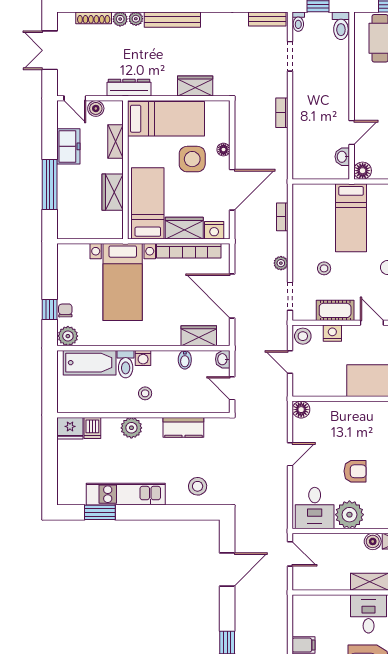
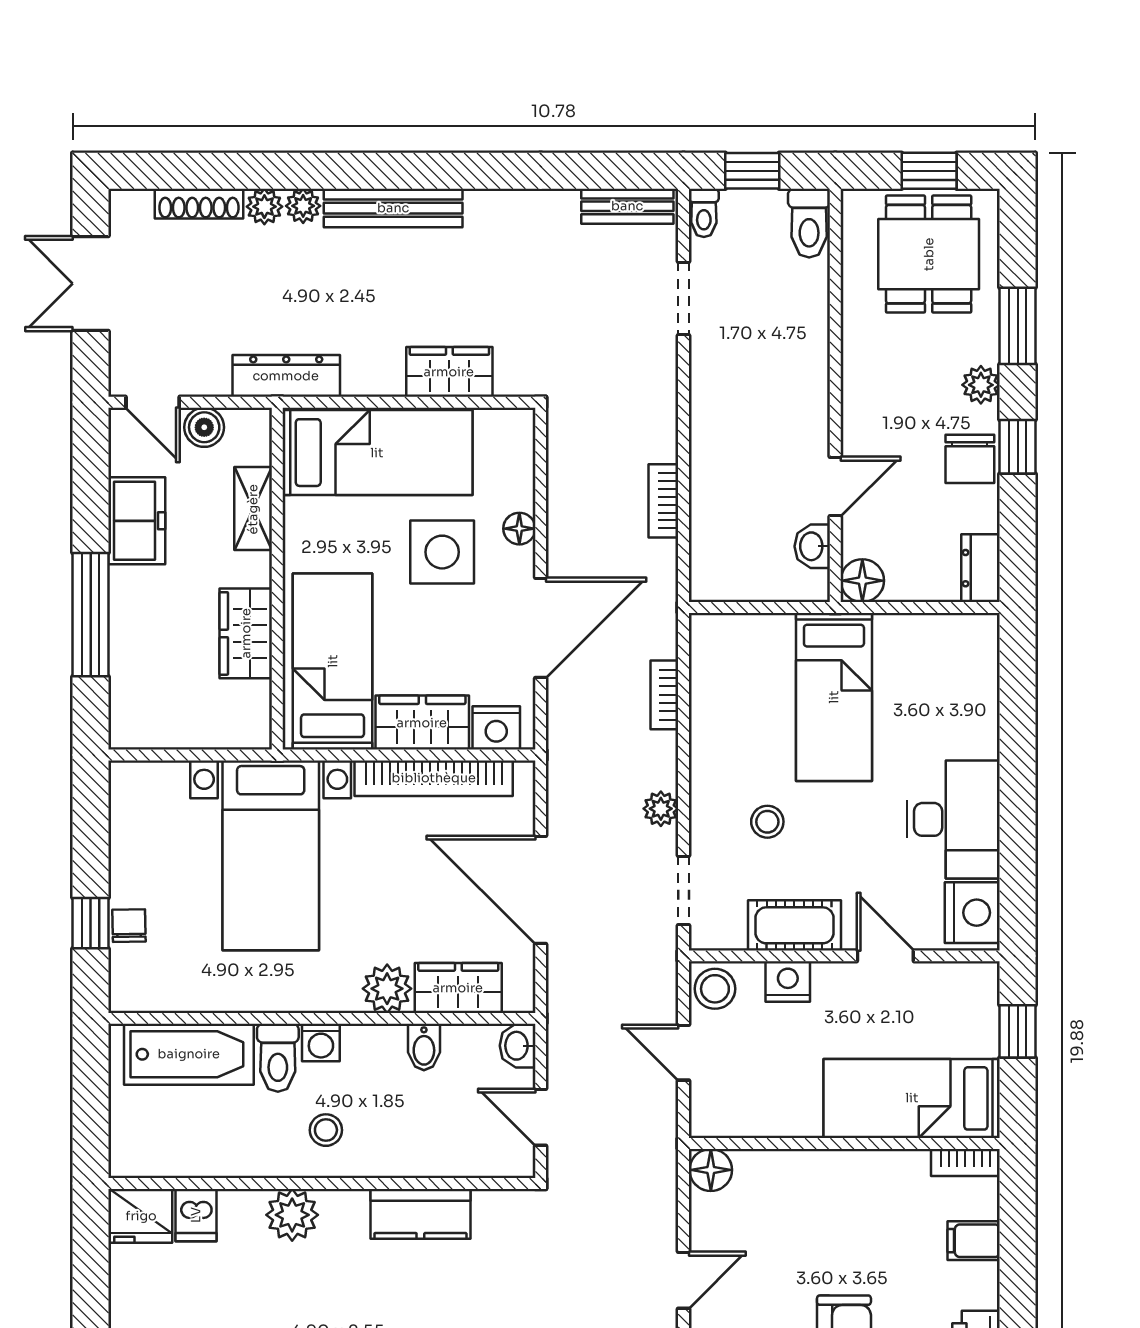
bookcase: (282, 113) -> (663, 501), moved
plant: (68, 336) -> (387, 989), moved

